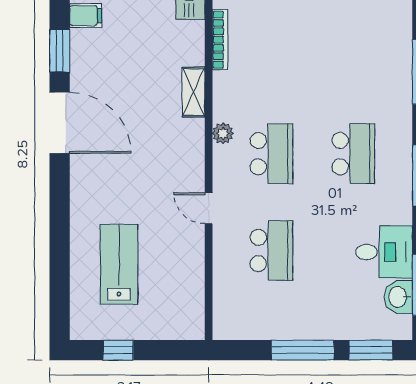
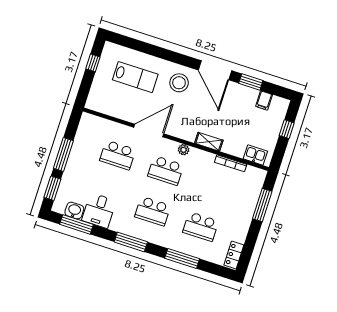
school desk: (353, 57) -> (201, 227), added
door: (60, 123) -> (215, 70), hinge flipped
stool: (104, 181) -> (179, 83), added
door: (209, 208) -> (149, 131), width x1.87

